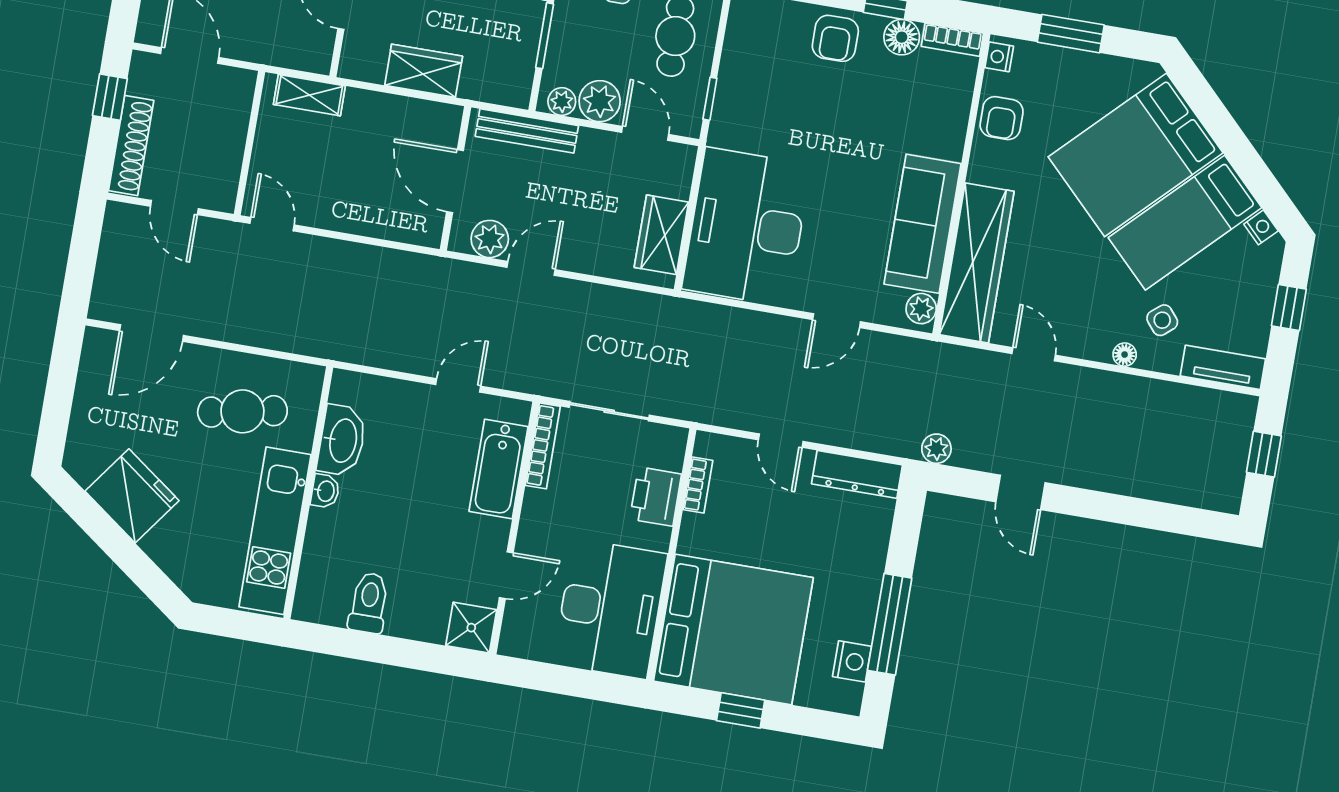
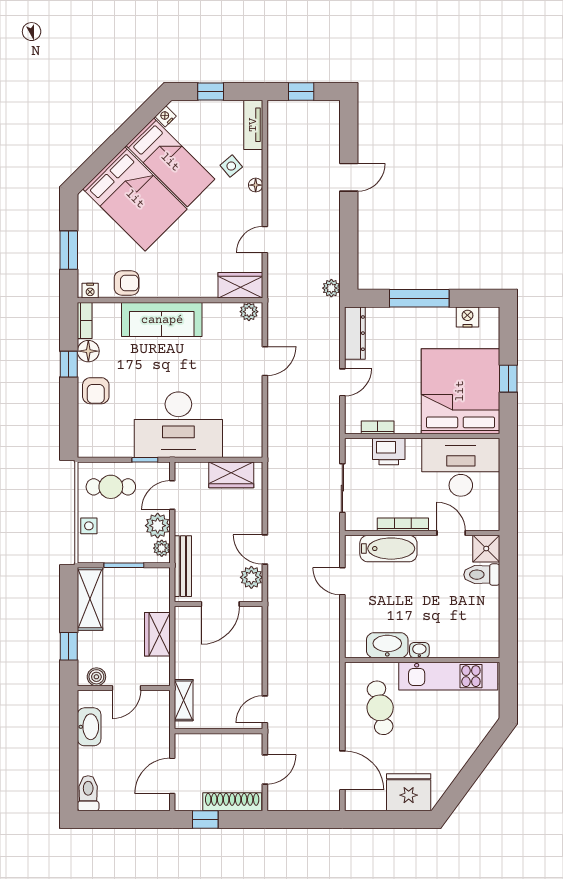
armchair: (835, 38) -> (96, 391), turned 90
sofa: (923, 224) -> (162, 320), moved
desk: (746, 227) -> (178, 425), moved
wardrobe: (977, 263) -> (240, 285), width x0.48, depth x0.85
door: (837, 321) -> (265, 361), hinge flipped
bookcase: (543, 446) -> (403, 524), moved
door: (1021, 492) -> (349, 177), moved
fridge: (132, 496) -> (409, 792), moved, turned 54
toilet: (369, 603) -> (482, 575), moved
window: (890, 624) -> (419, 298), moved

